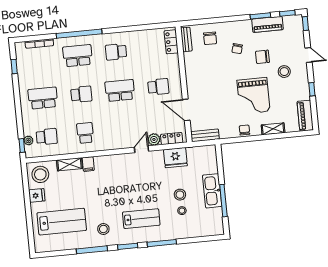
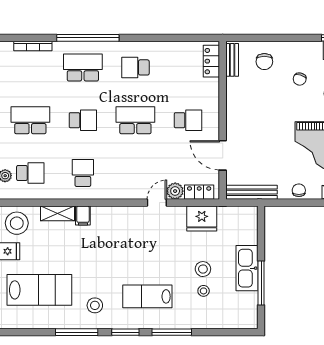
bench: (205, 135) -> (252, 192), width x1.36
lab bench: (141, 219) -> (147, 296), turned 180

